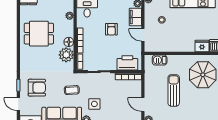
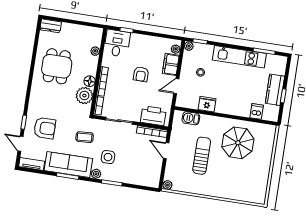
dining table: (39, 34) -> (57, 66), turned 90
door: (143, 35) -> (176, 86), hinge flipped
fridge: (202, 46) -> (207, 104), moved
door: (143, 105) -> (166, 151), moved

